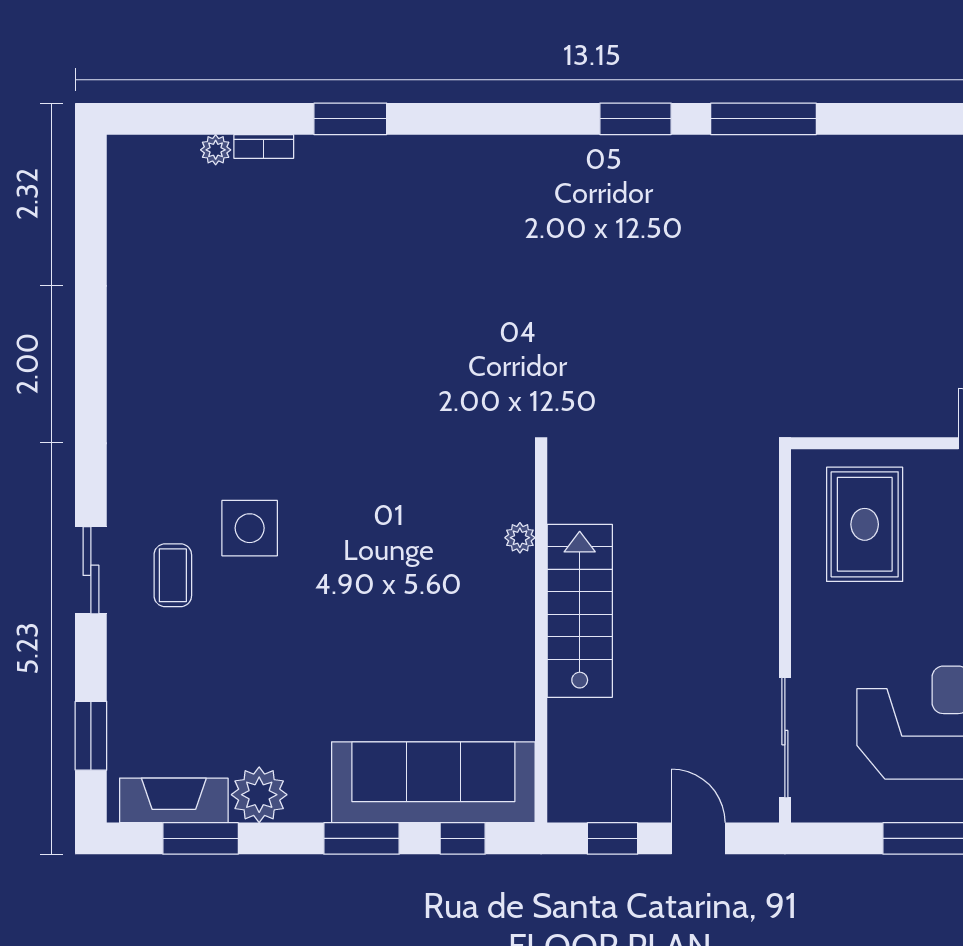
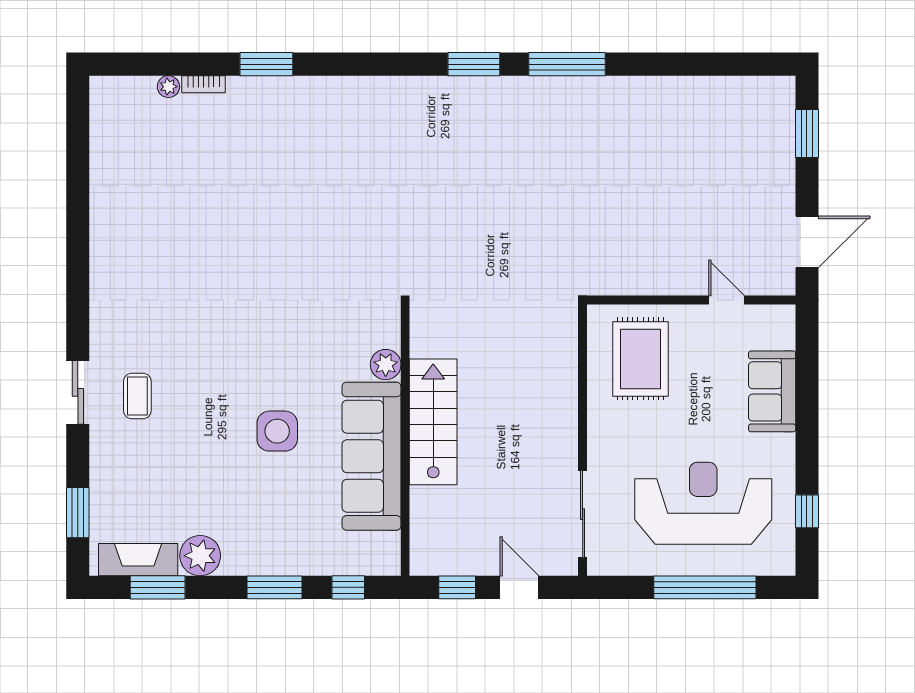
side table: (250, 528) -> (277, 431), moved
plant: (520, 538) -> (386, 365), width x1.38, depth x1.38
sofa: (433, 782) -> (372, 456), moved, turned -90

